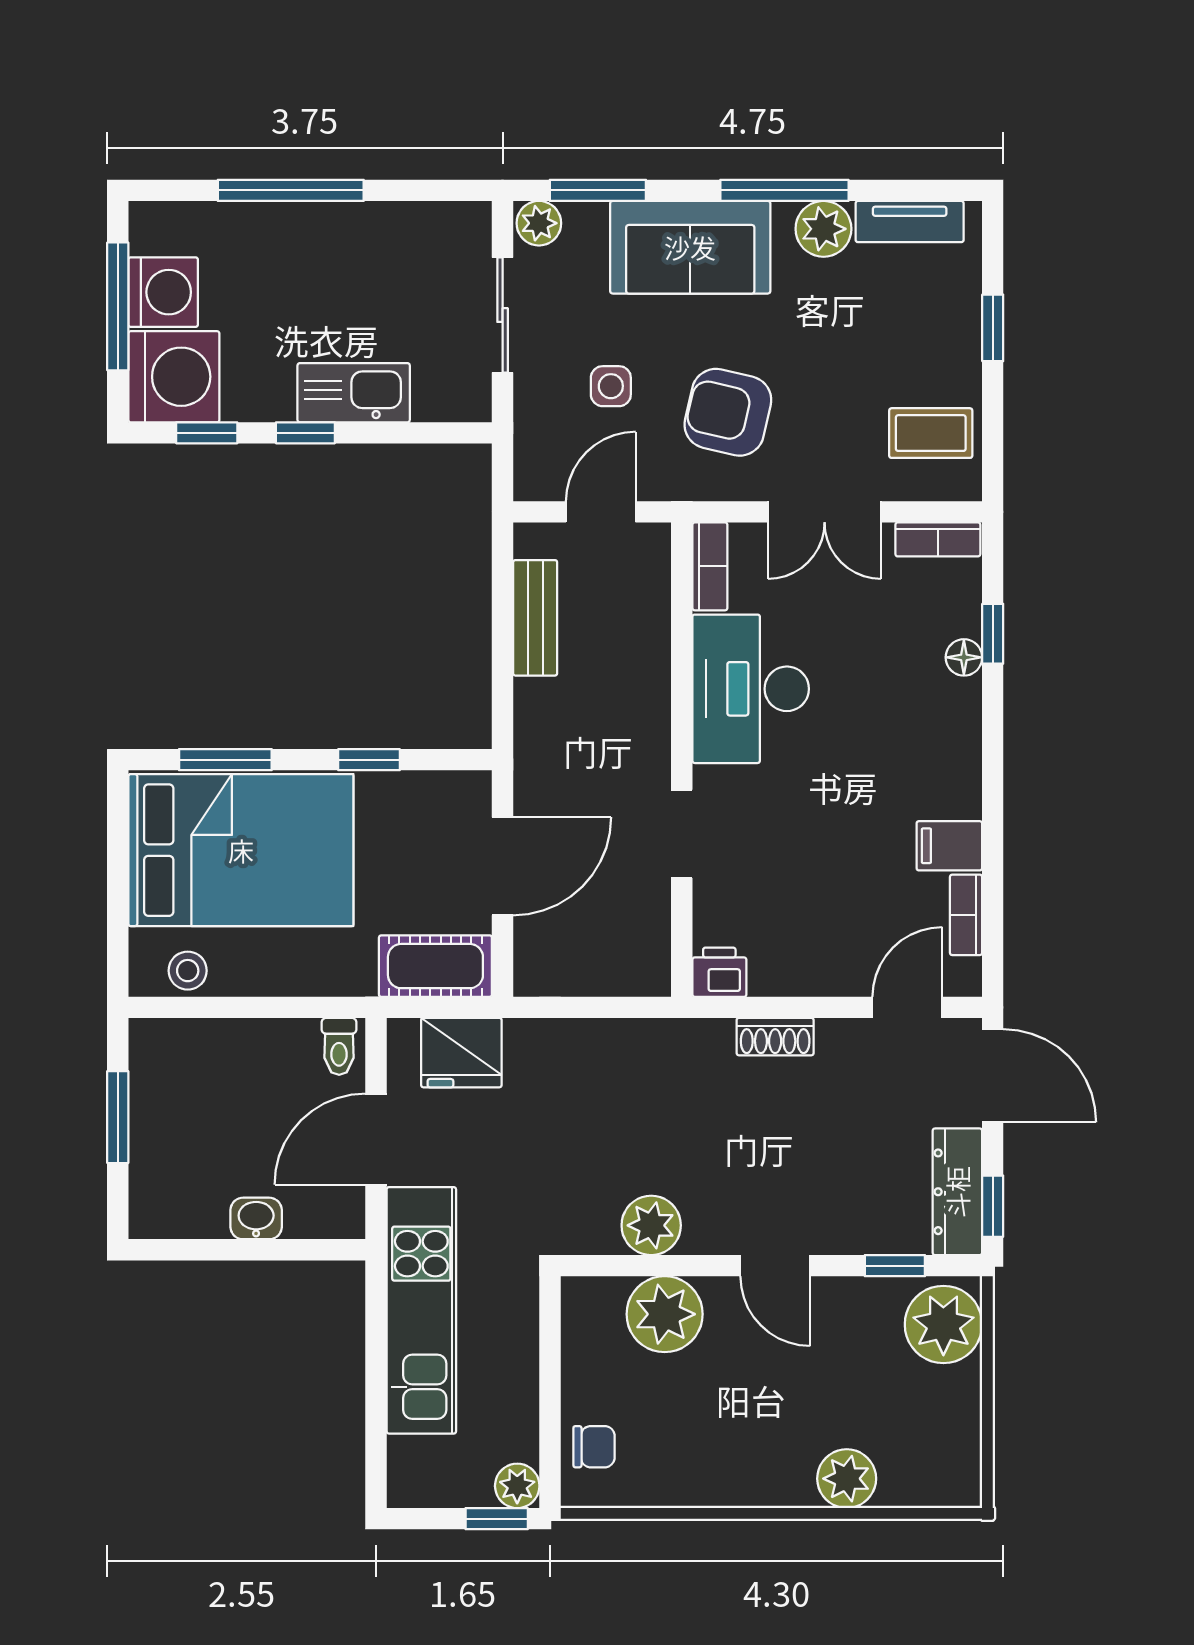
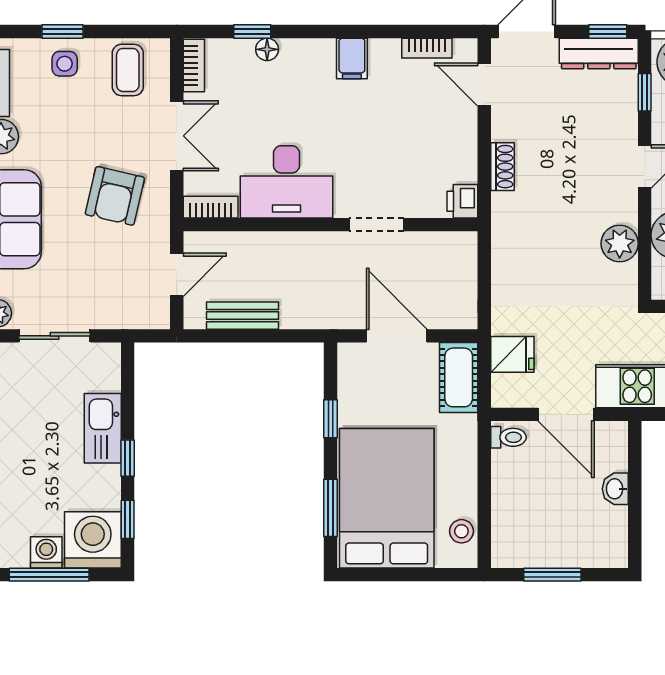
washing machine: (163, 292) -> (46, 552), width x0.73, depth x0.73
side table: (611, 386) -> (65, 64), moved
door: (601, 512) -> (177, 275), swing flipped
filing cabinet: (949, 846) -> (352, 58), moved
fridge: (461, 1053) -> (512, 354), width x0.72

